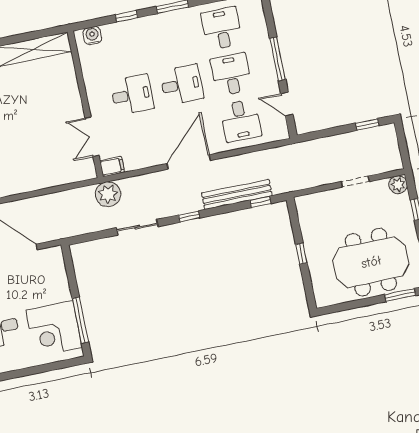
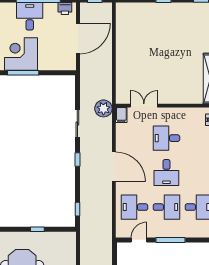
desk: (132, 95) -> (166, 138), turned 90
bench: (237, 194) -> (86, 194), removed

